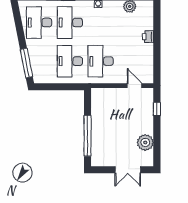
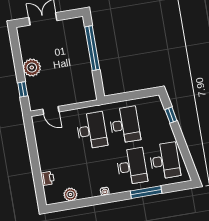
printer: (148, 37) -> (47, 178), moved
window: (26, 63) -> (171, 115), width x0.46
plant: (145, 143) -> (32, 68), moved

